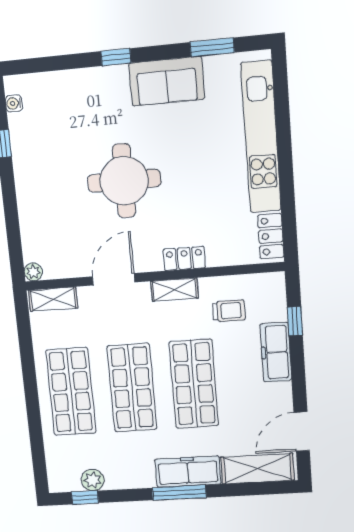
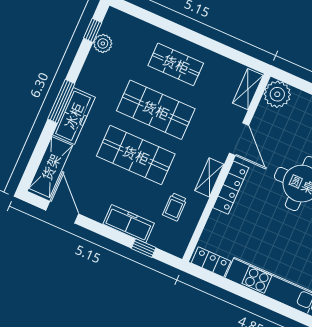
locker: (184, 258) -> (231, 188), width x1.53
plant: (33, 272) -> (277, 94), width x1.87, depth x1.87
shop shelf: (71, 392) -> (176, 64), width x0.70, depth x0.74

